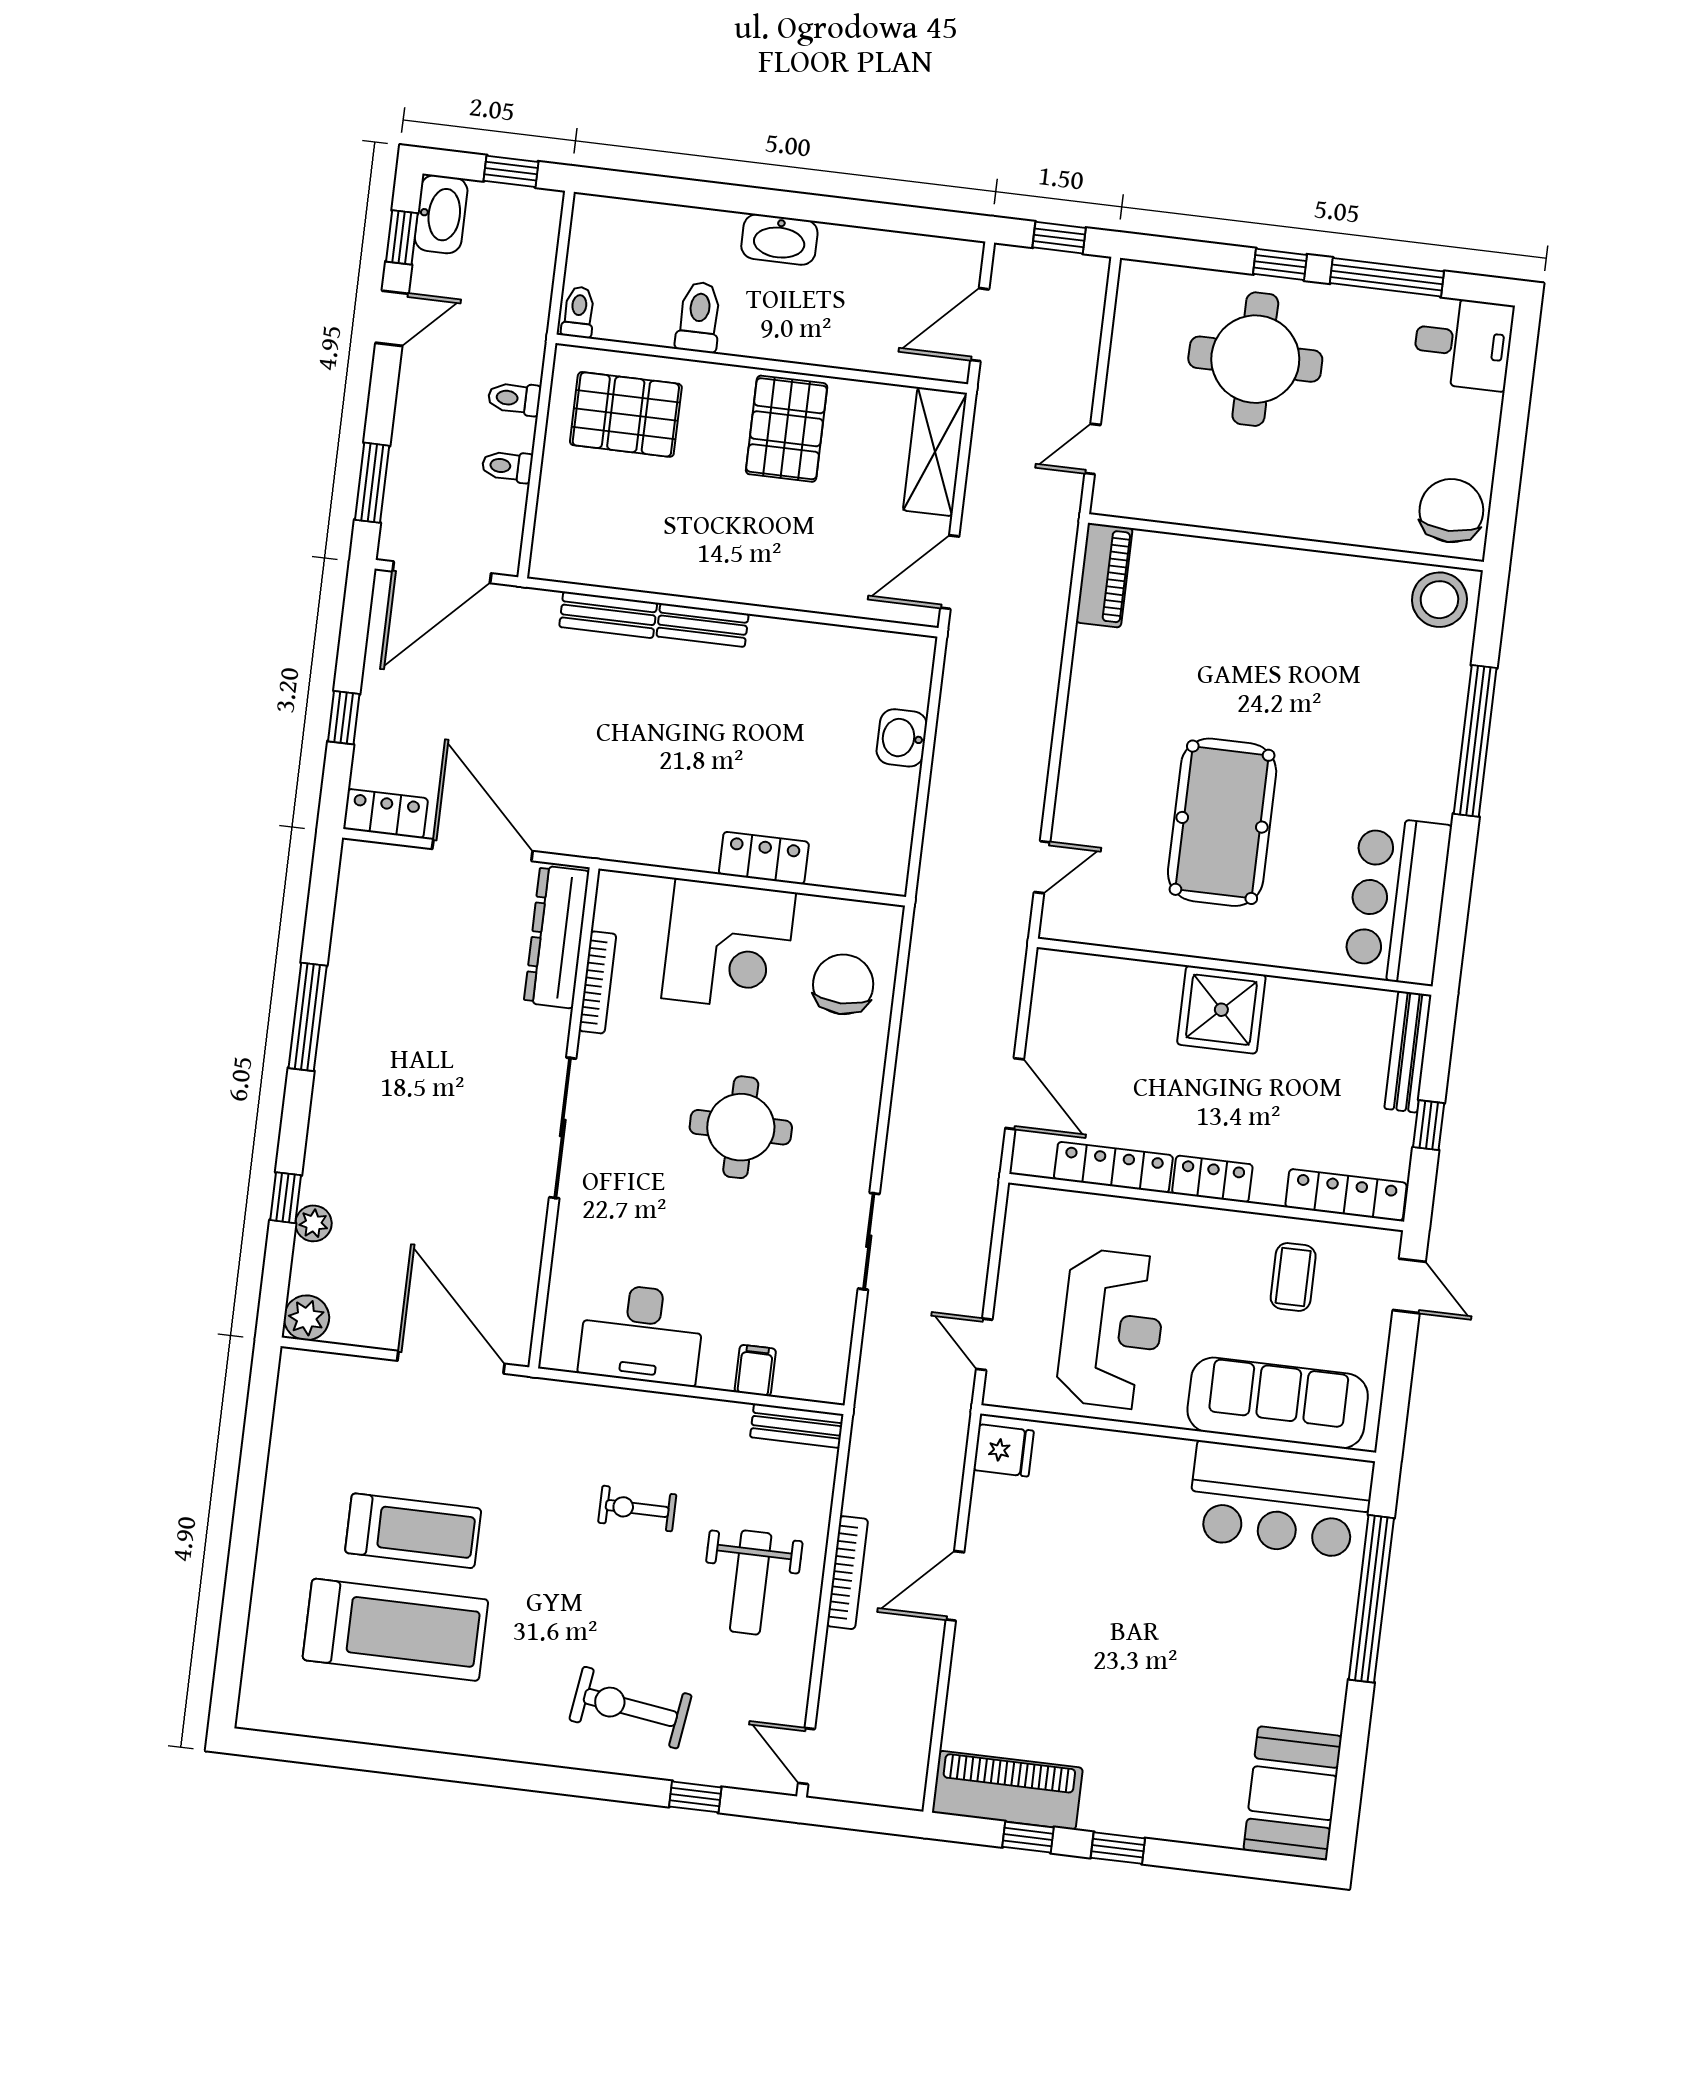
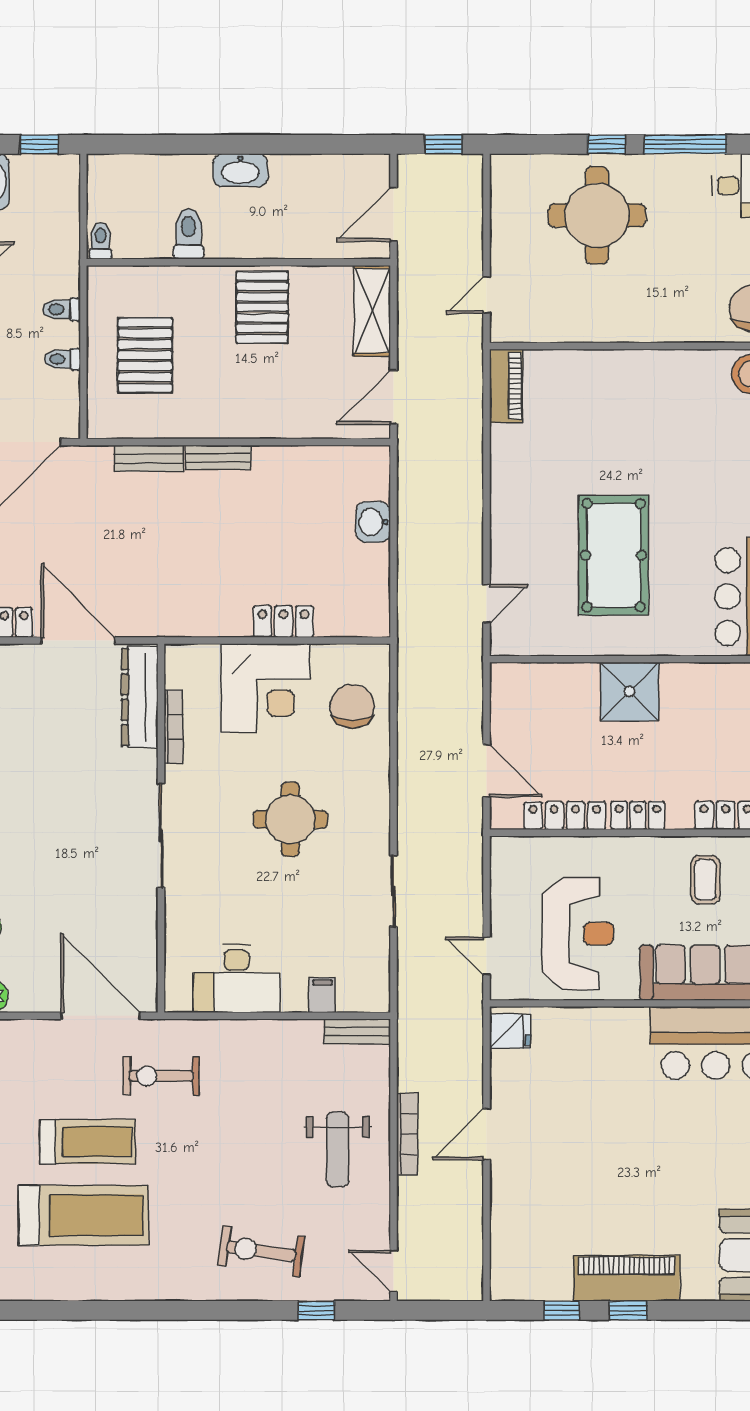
pallet: (626, 414) -> (145, 355), moved, turned 90
exercise bike: (637, 1509) -> (161, 1076), moved, width x1.38, depth x1.39
piano: (1007, 1790) -> (627, 1278), moved

